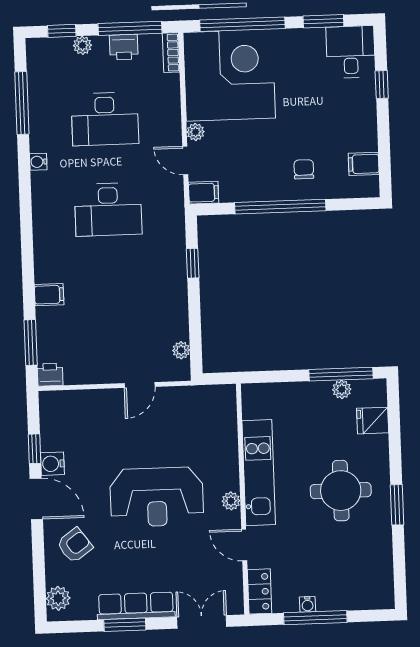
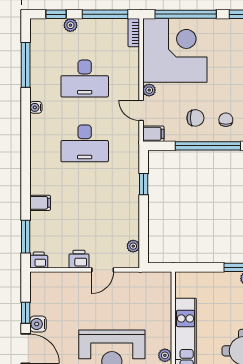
printer: (124, 47) -> (79, 259), moved, turned 180
chair: (261, 168) -> (195, 118), added

